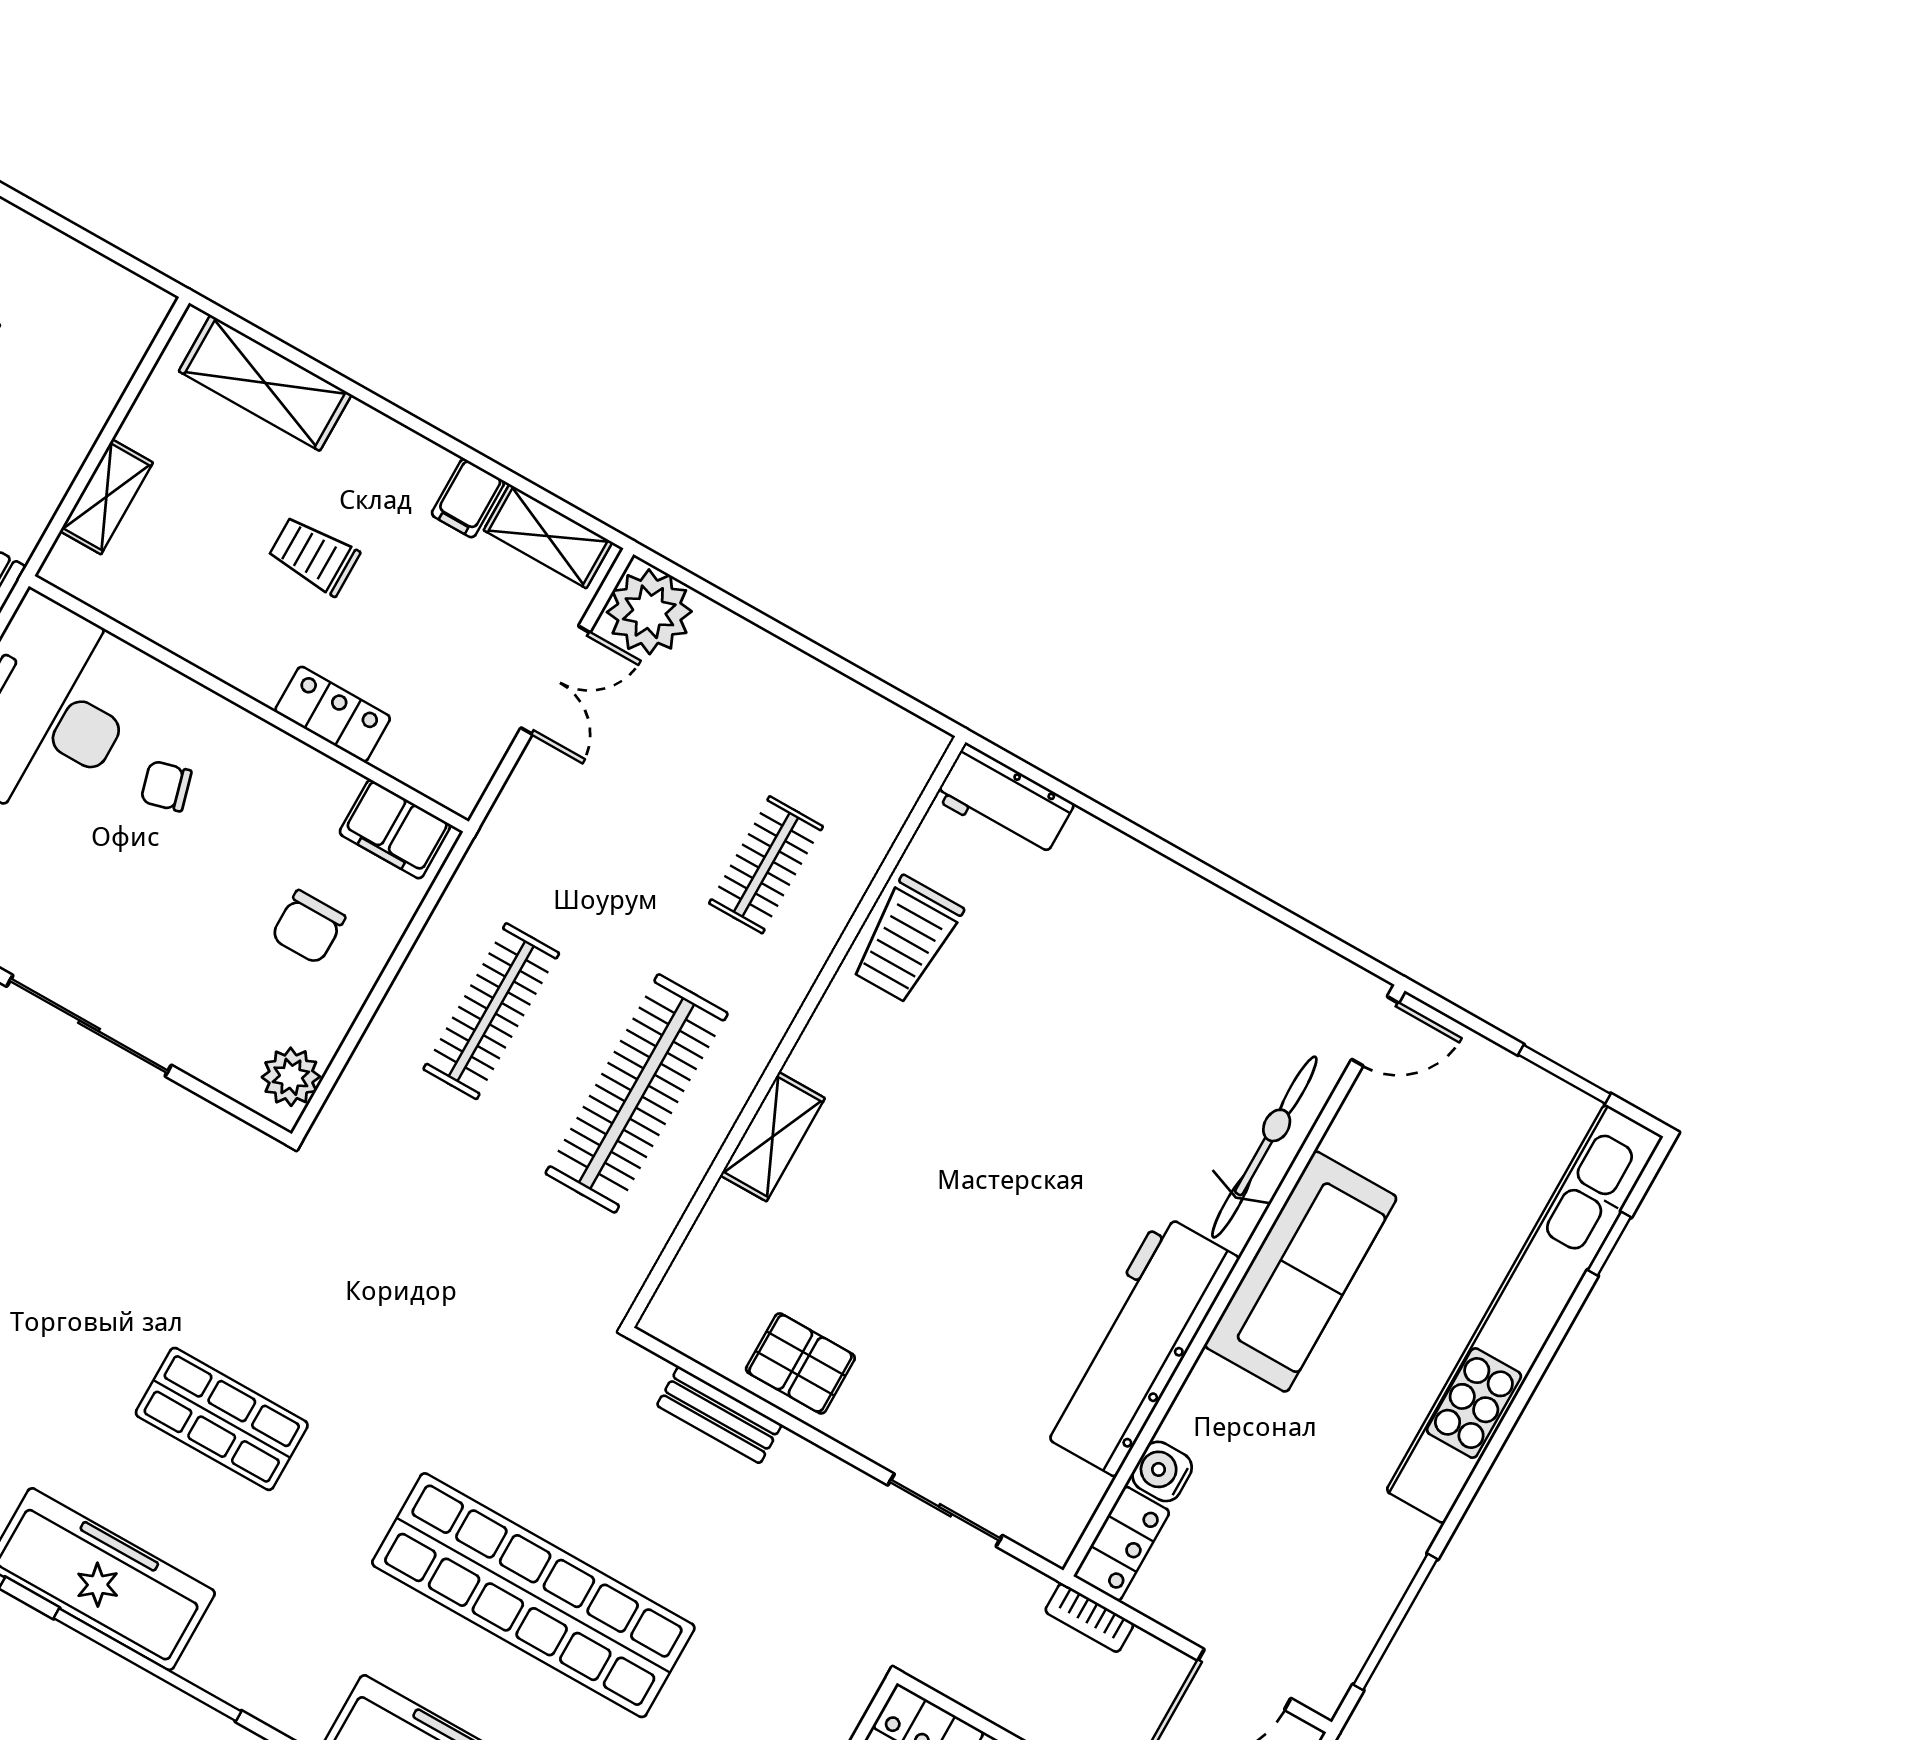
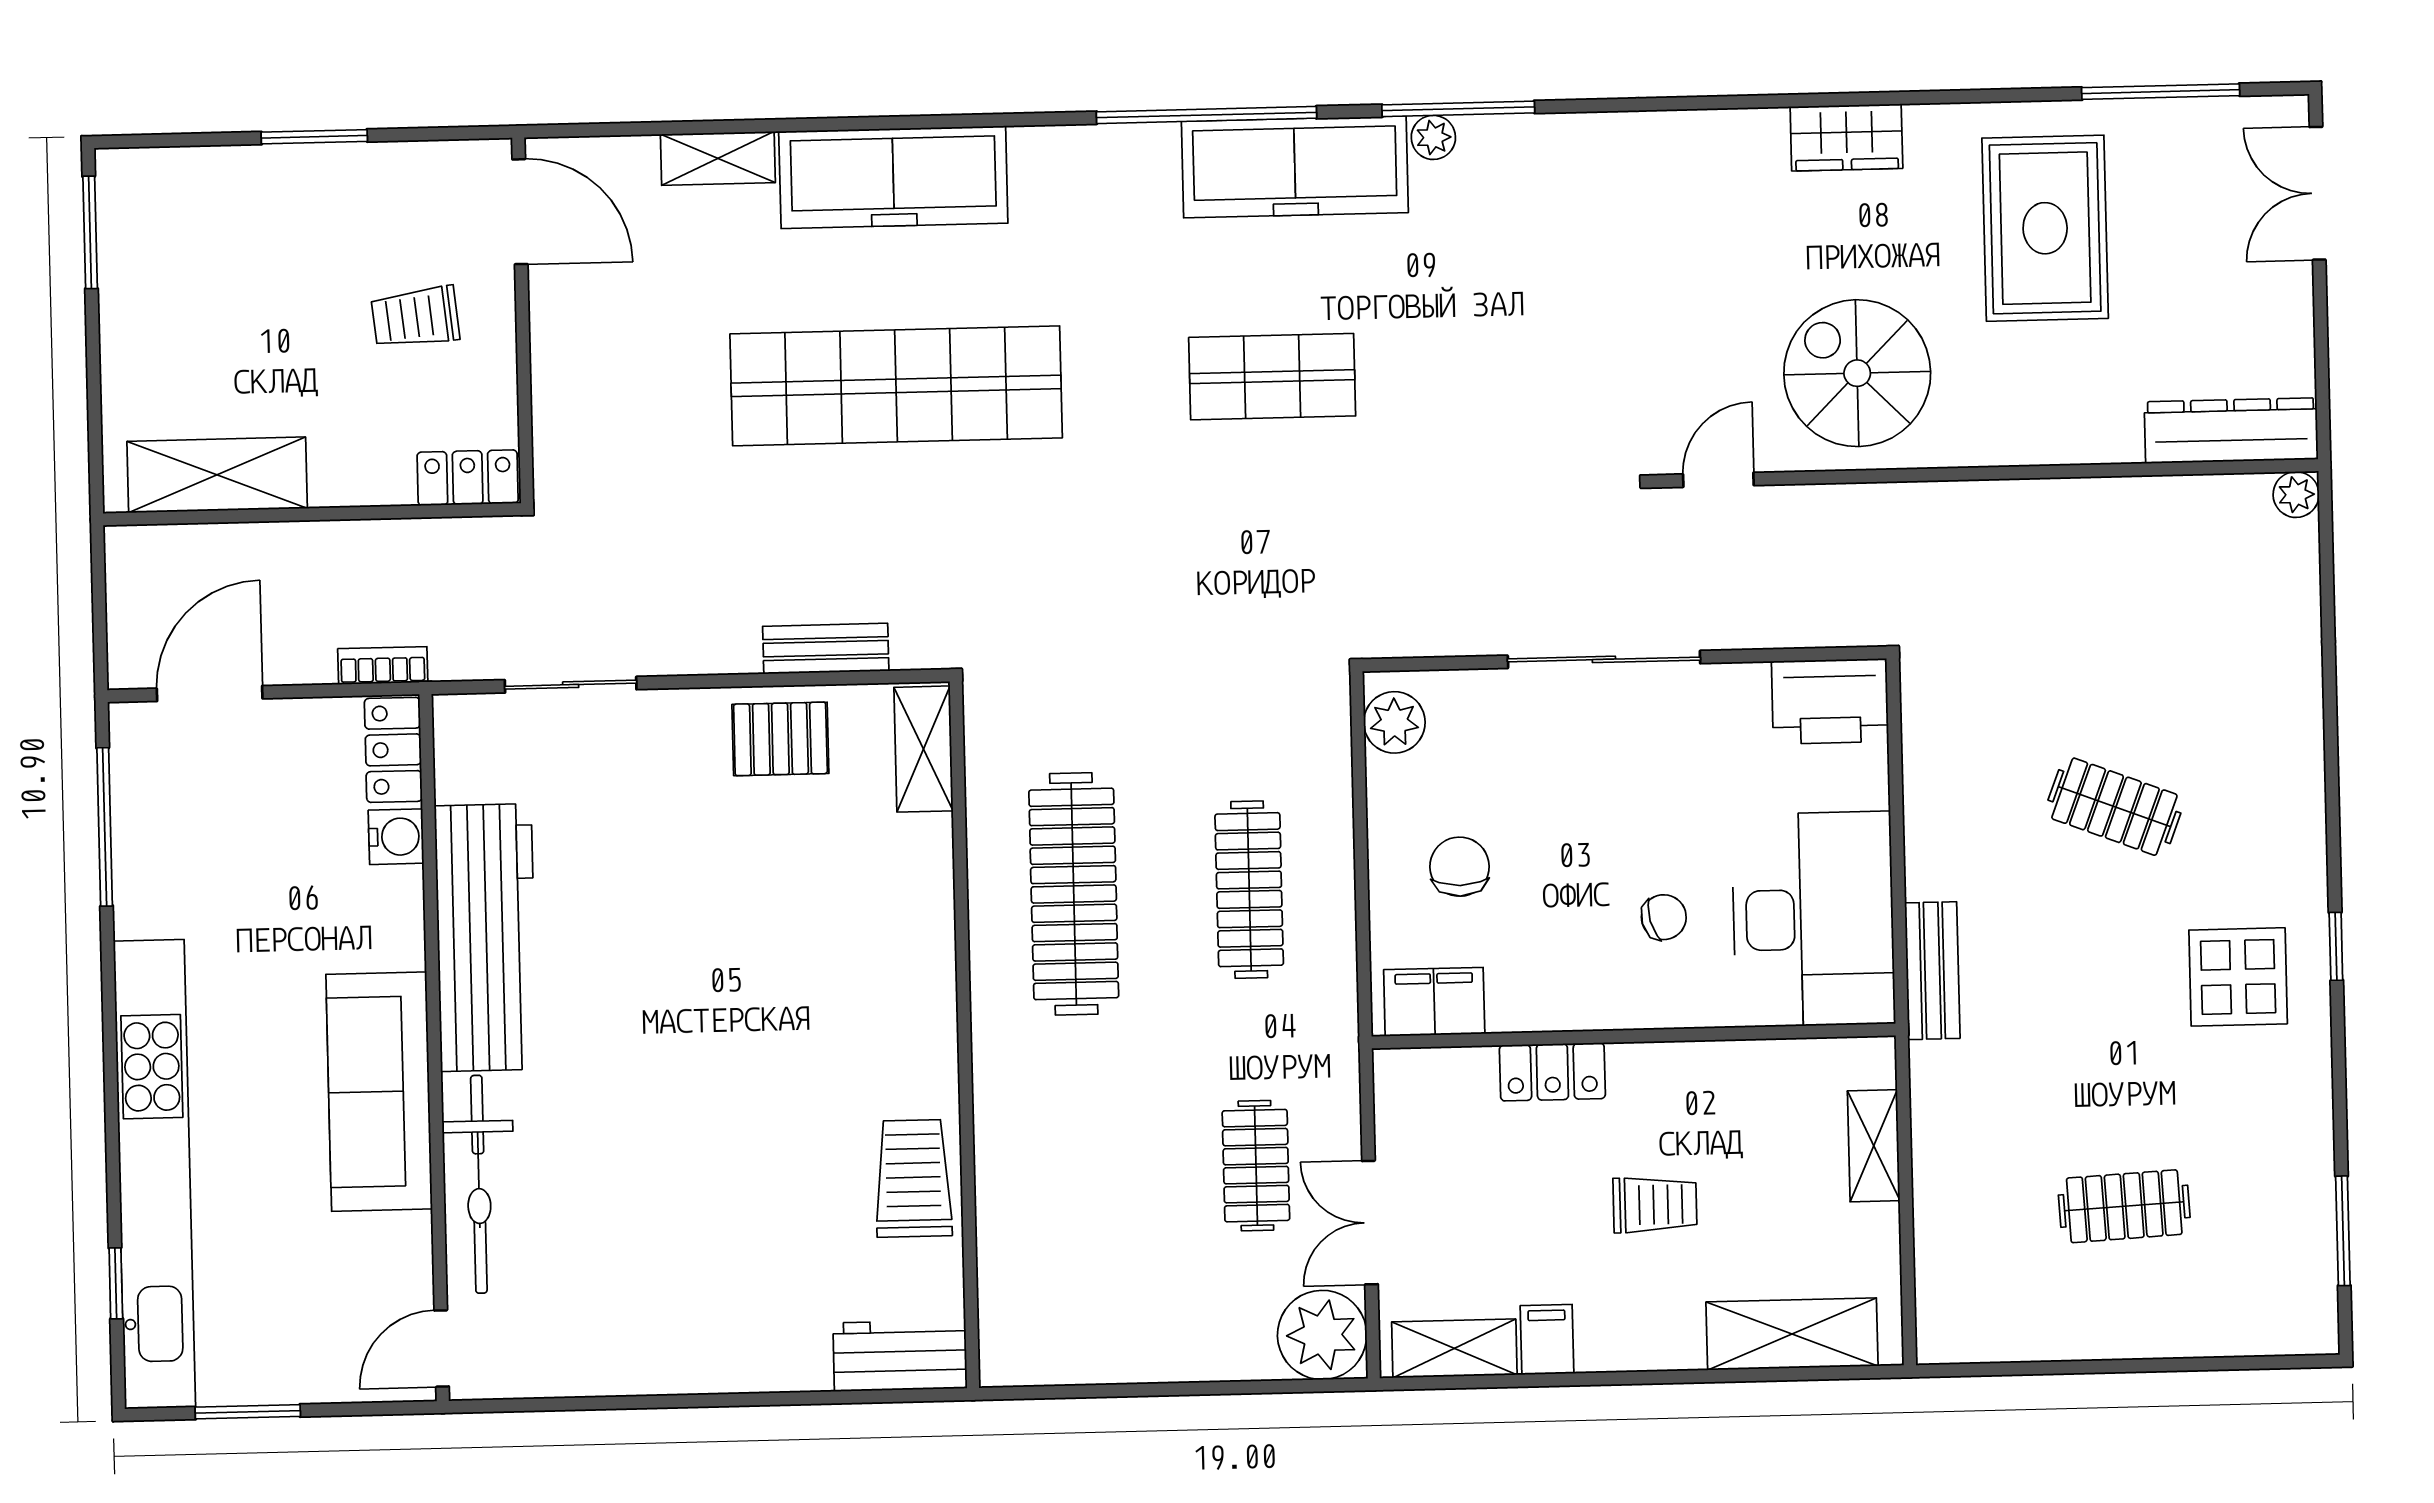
clothes rail: (766, 865) -> (1256, 1166), moved
shelving: (773, 1137) -> (924, 749), moved

